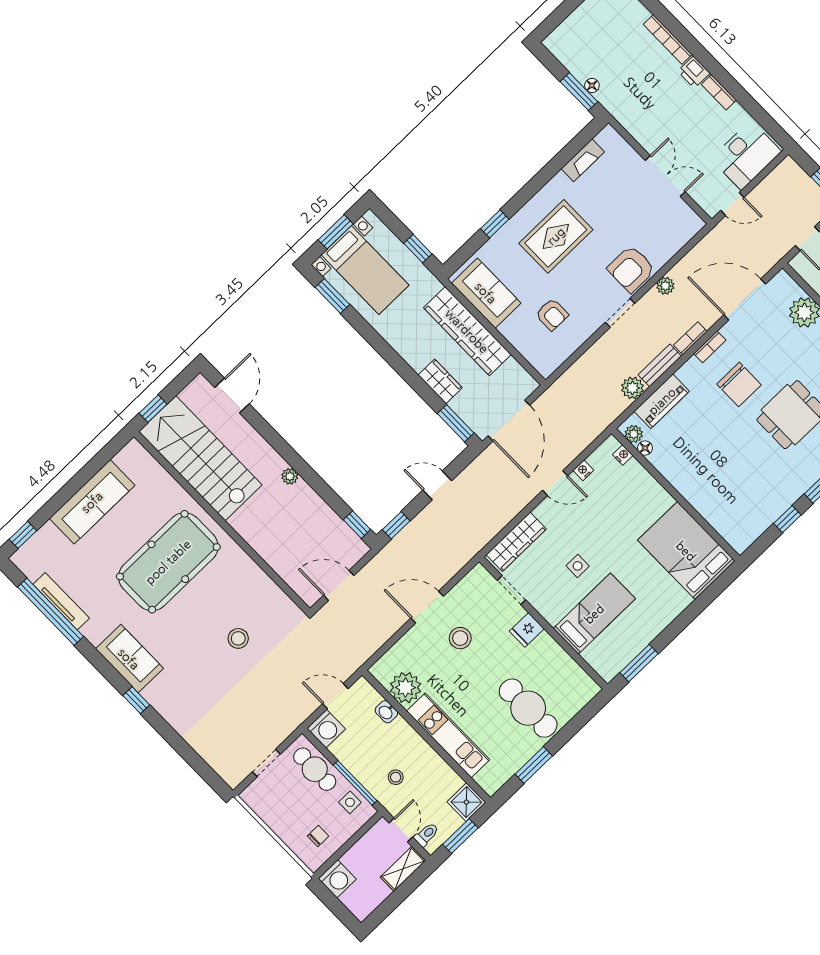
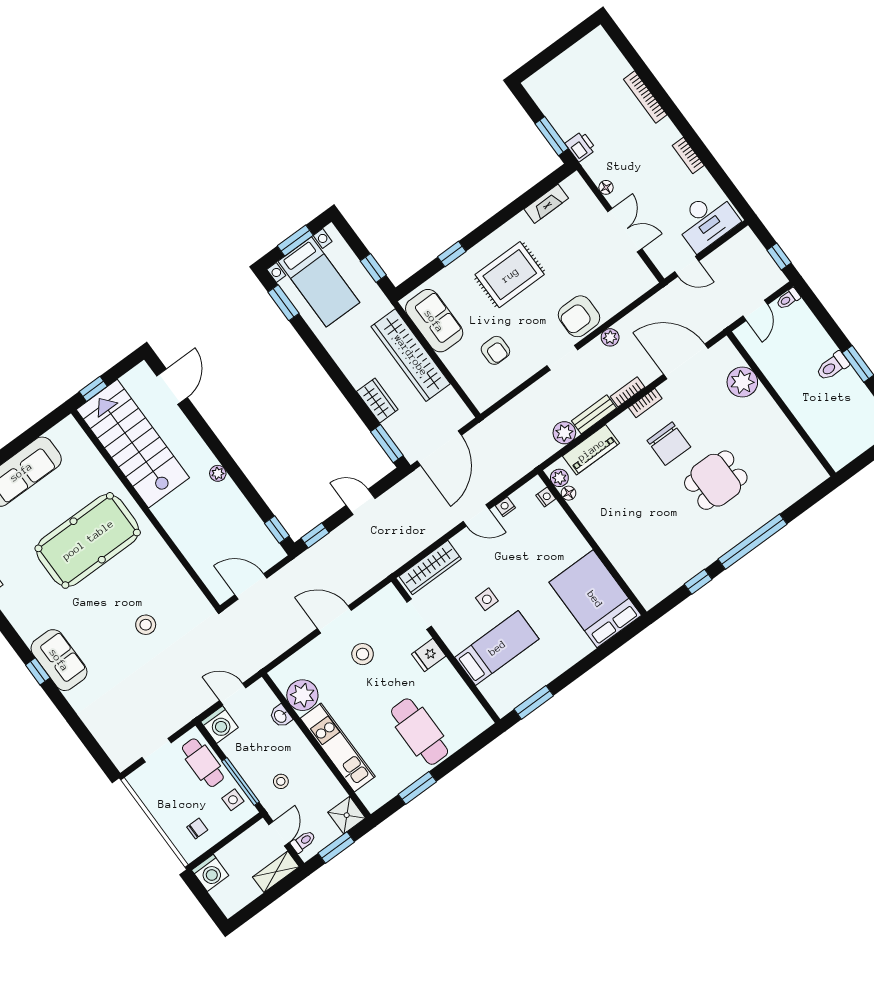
printer: (694, 72) -> (581, 146), moved, turned 180
floor lamp: (592, 86) -> (606, 187), moved
sofa: (129, 659) -> (59, 660), moved

